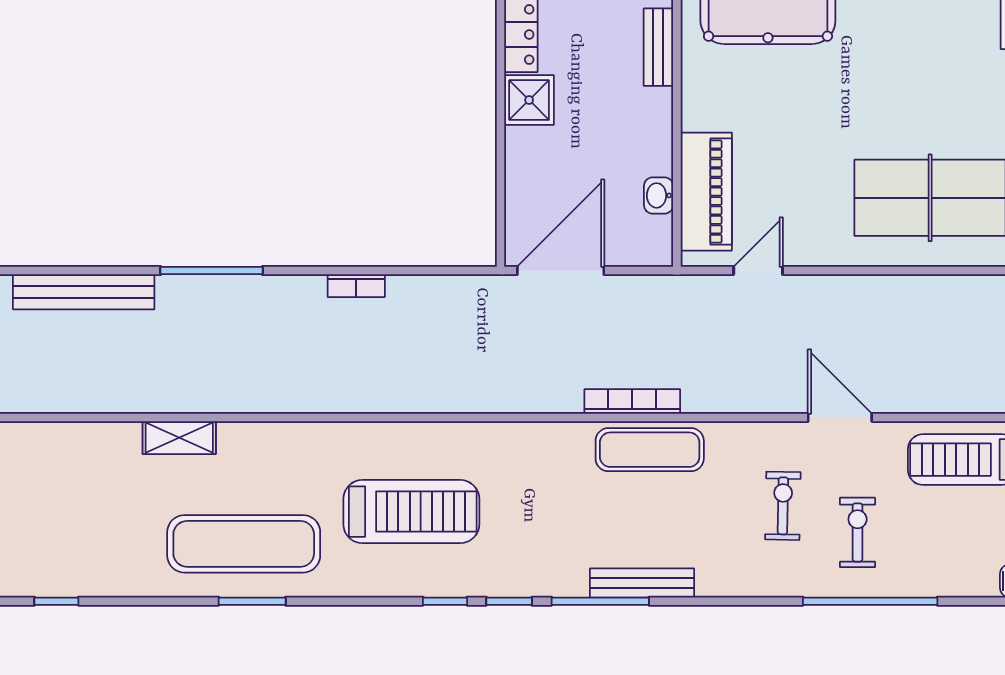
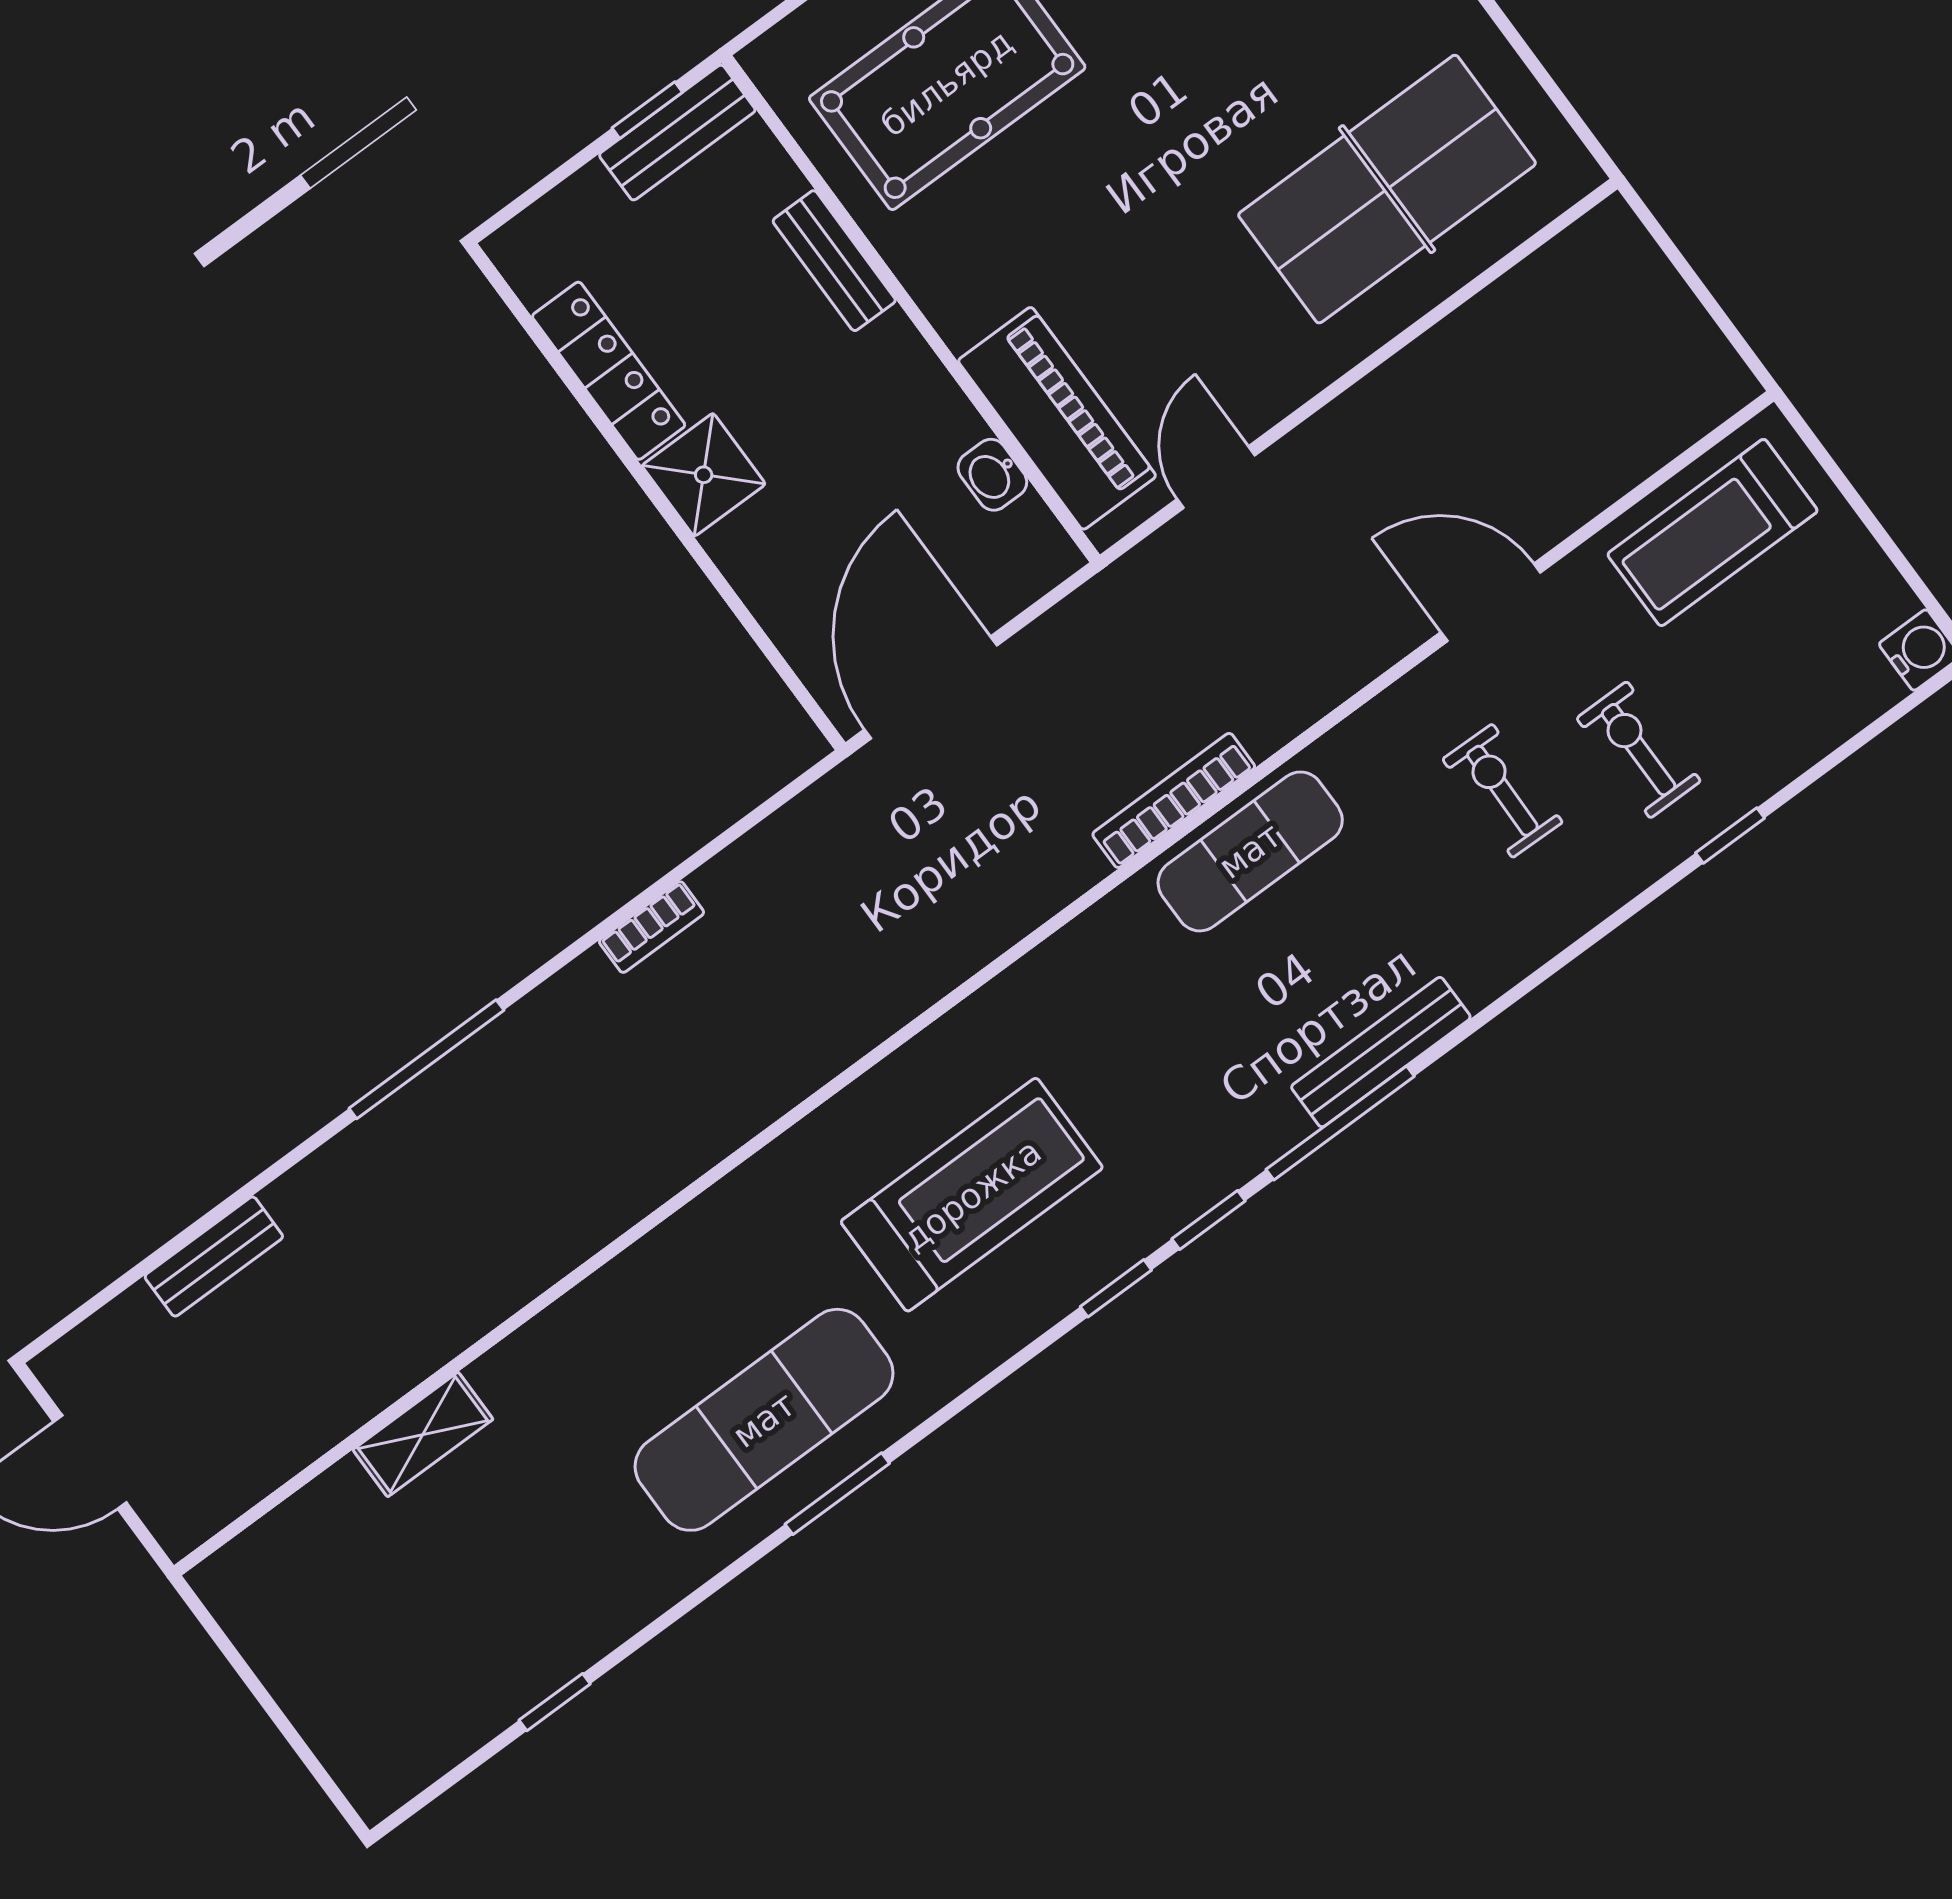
bench: (84, 292) -> (214, 1257), width x0.54, depth x0.82
shelving: (179, 438) -> (423, 1434), moved
window: (870, 601) -> (1730, 835), width x0.32

